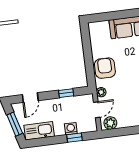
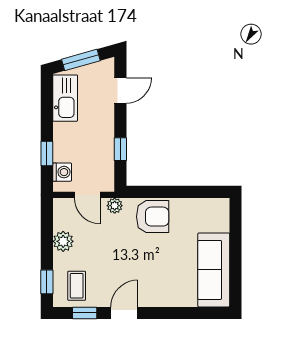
door: (30, 98) -> (120, 90), swing flipped
plant: (110, 123) -> (63, 241), moved
washing machine: (71, 129) -> (62, 172), moved

